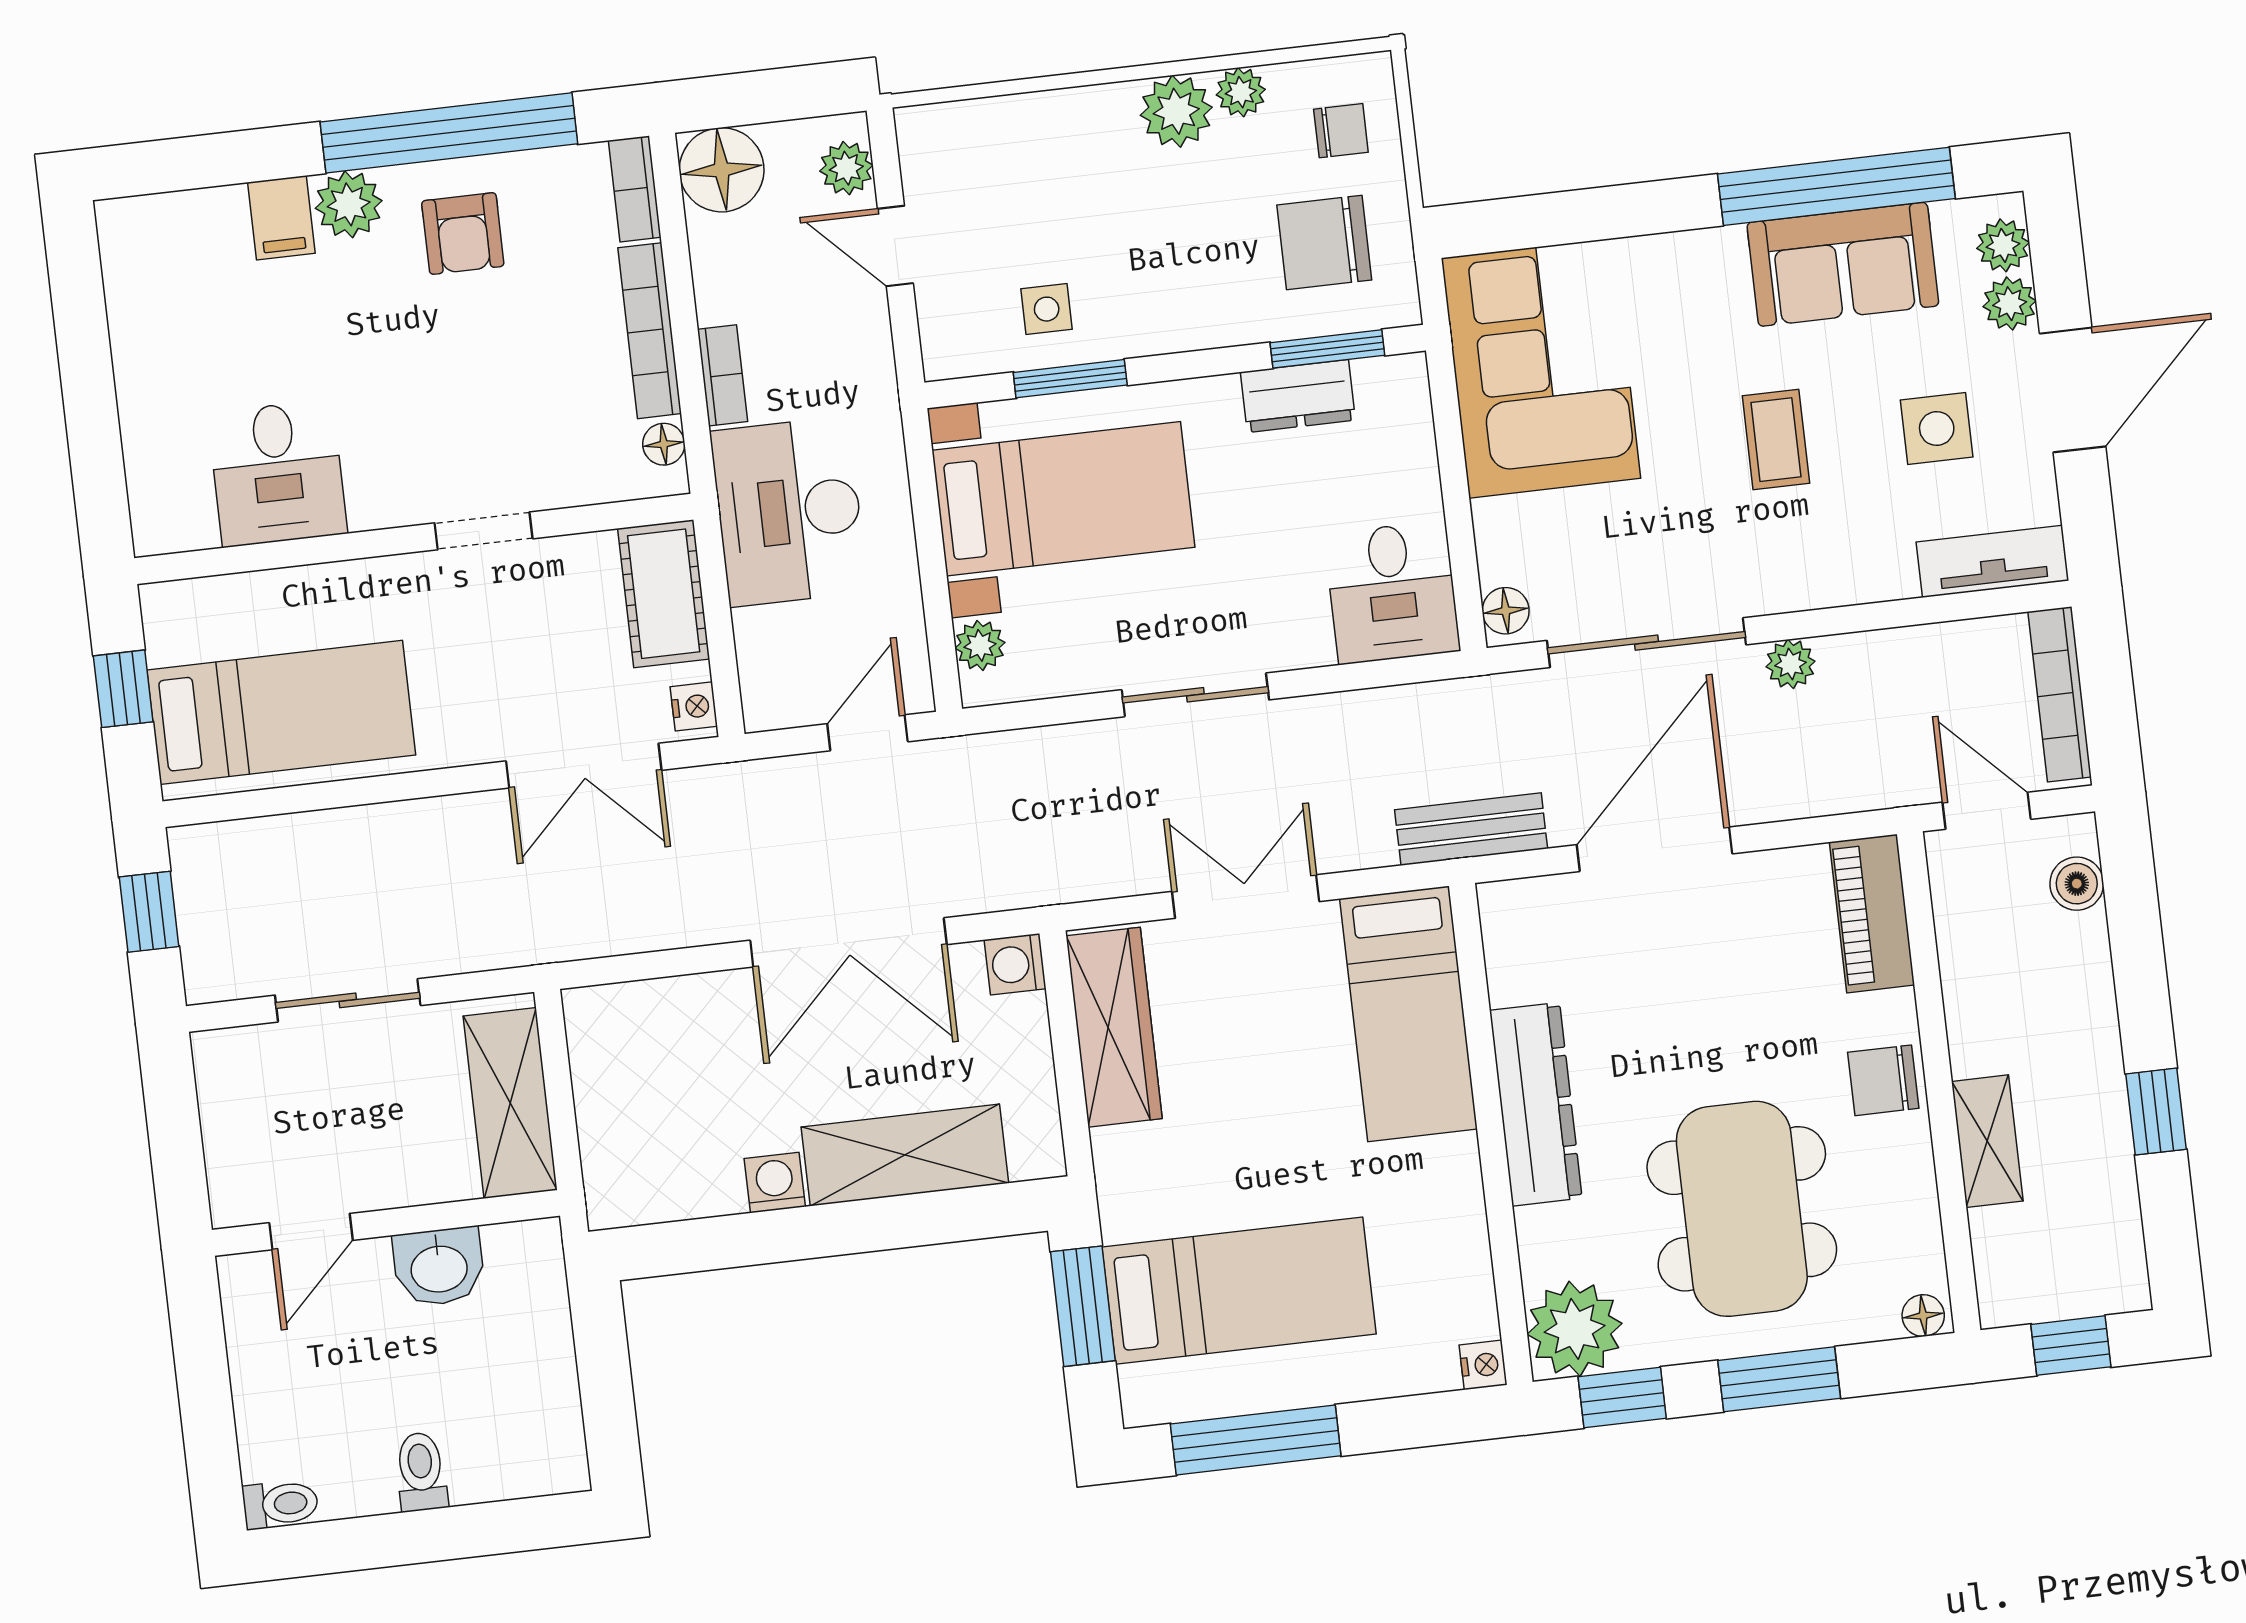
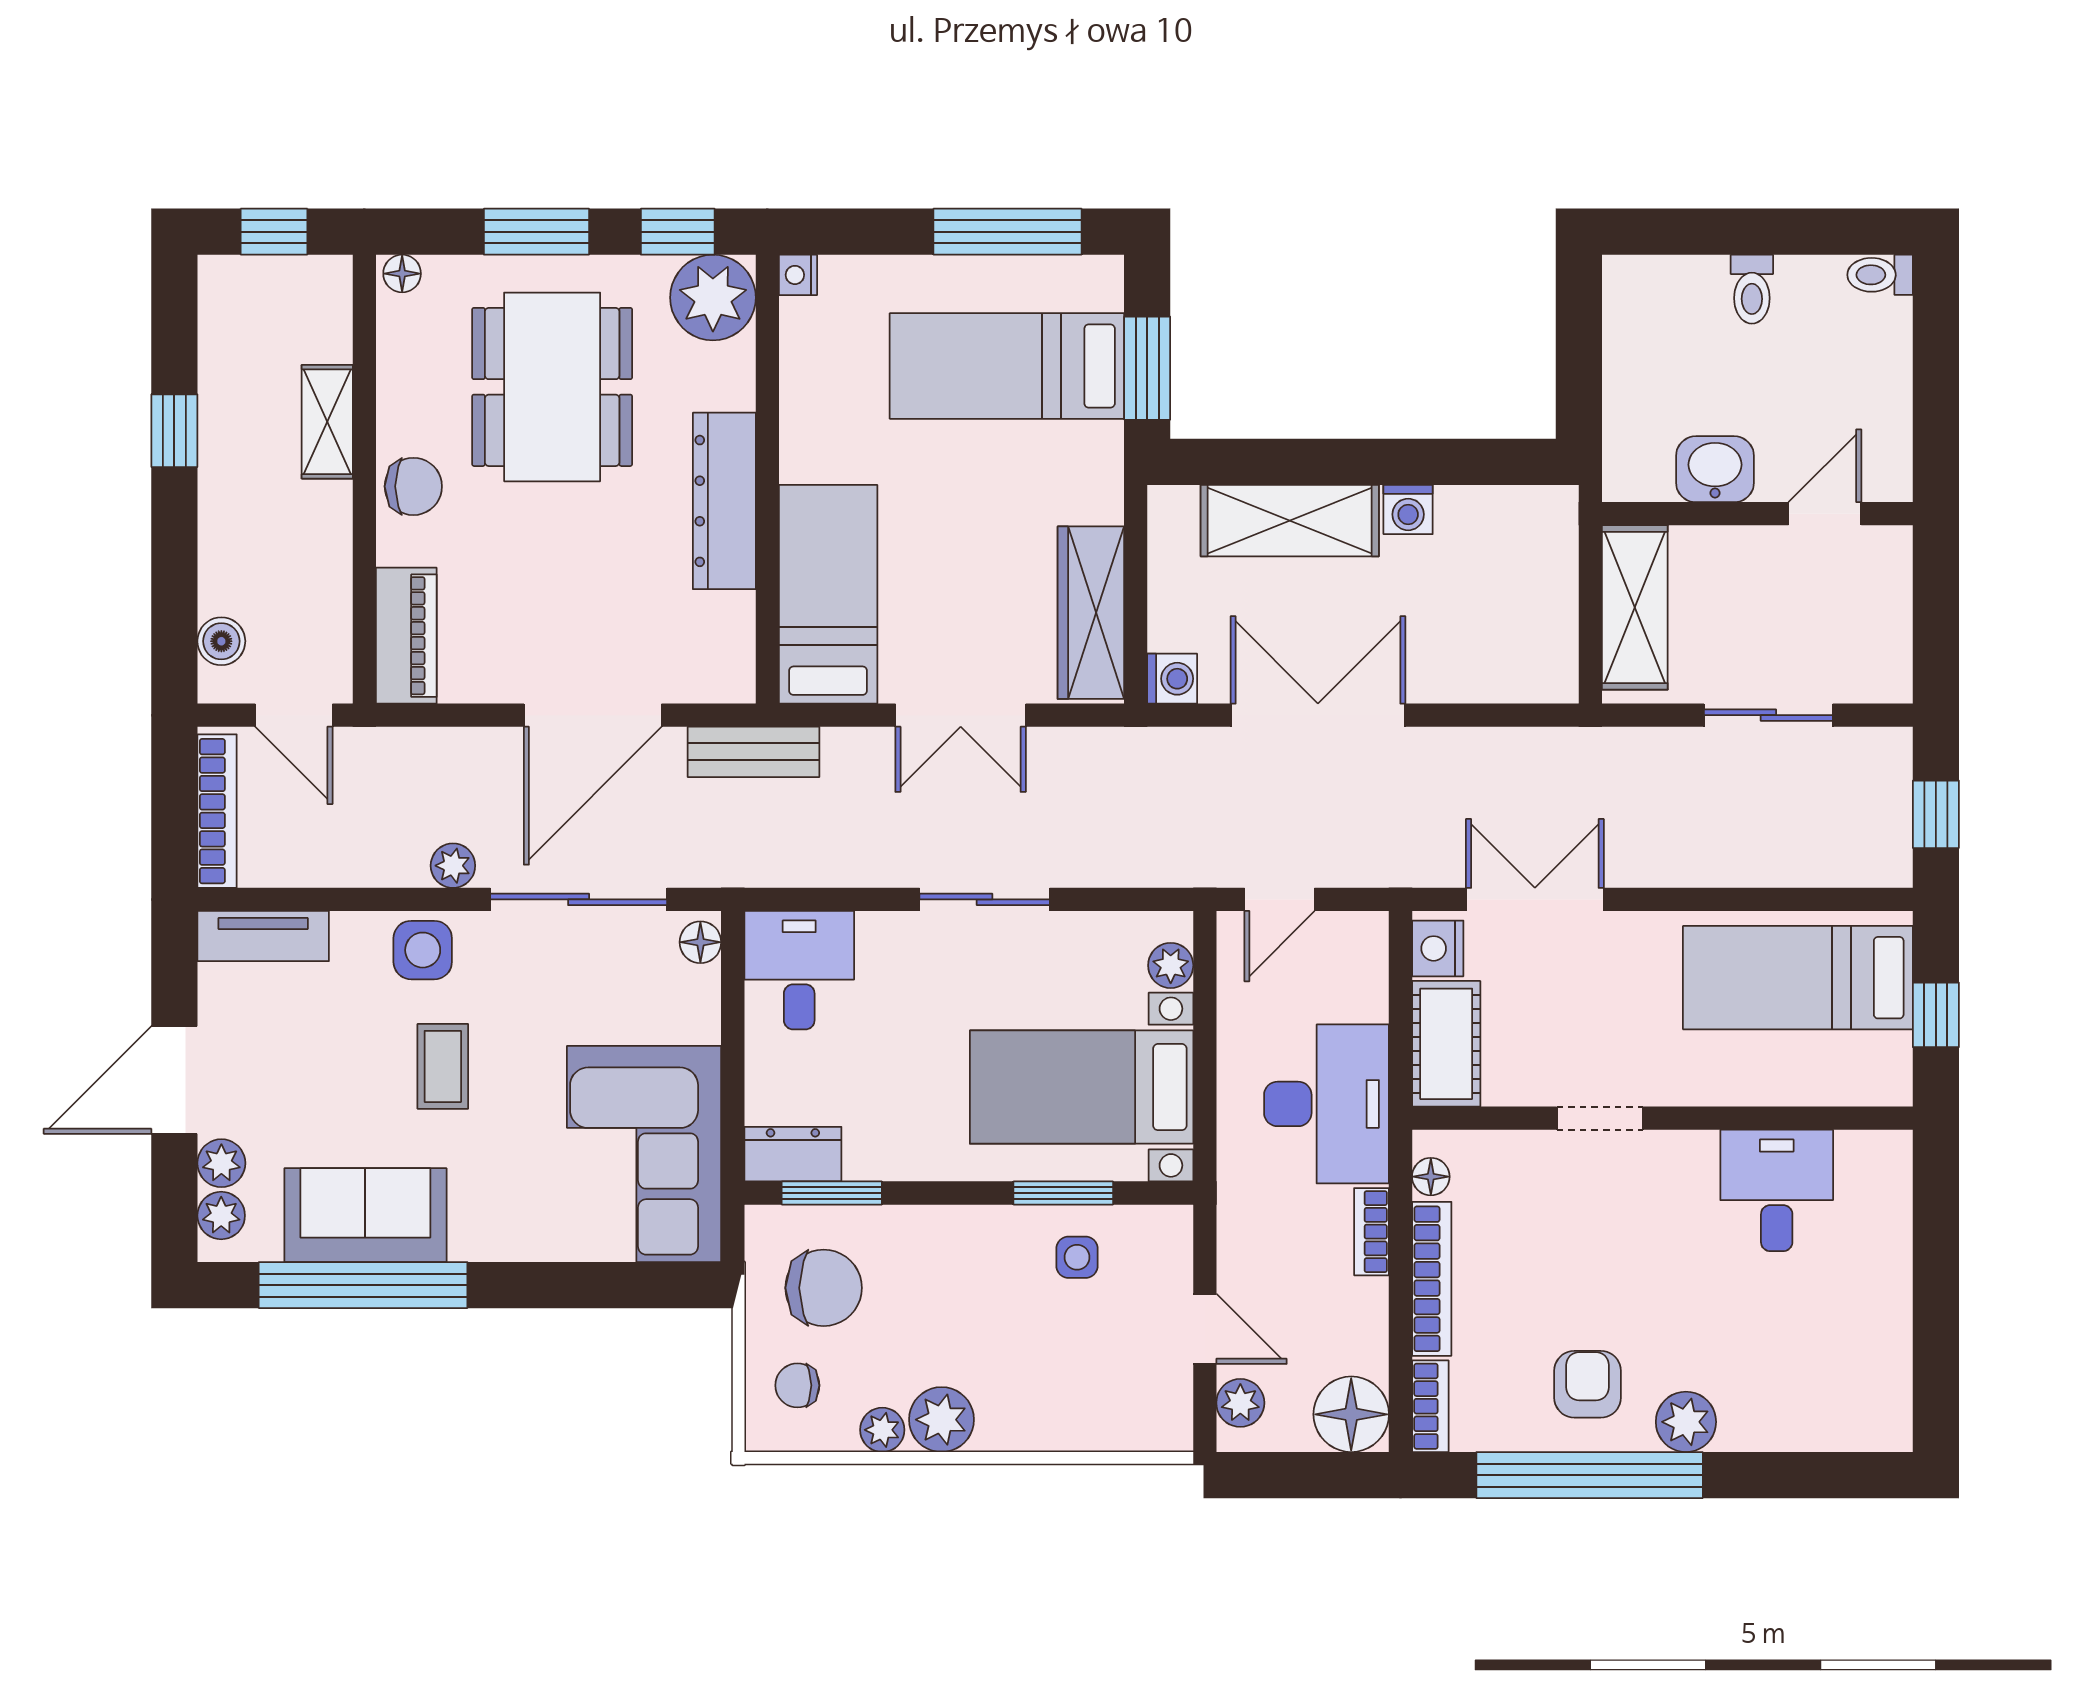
filing cabinet: (281, 218) -> (1747, 1417), removed
dresser: (1298, 396) -> (793, 1154), moved
side table: (1937, 429) -> (423, 950), moved
nightstand: (694, 706) -> (1438, 948), width x1.39, depth x1.35

